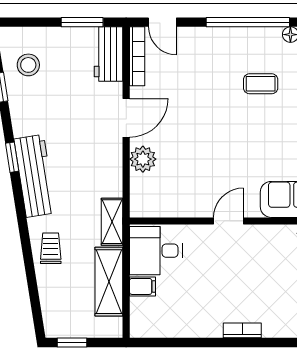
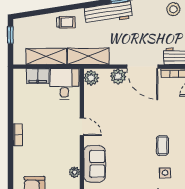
door: (126, 118) -> (142, 67), width x1.36
plant: (145, 205) -> (91, 78), added
shelving: (112, 222) -> (88, 56), width x1.50, depth x1.33
filing cabinet: (142, 286) -> (38, 76), width x2.00

